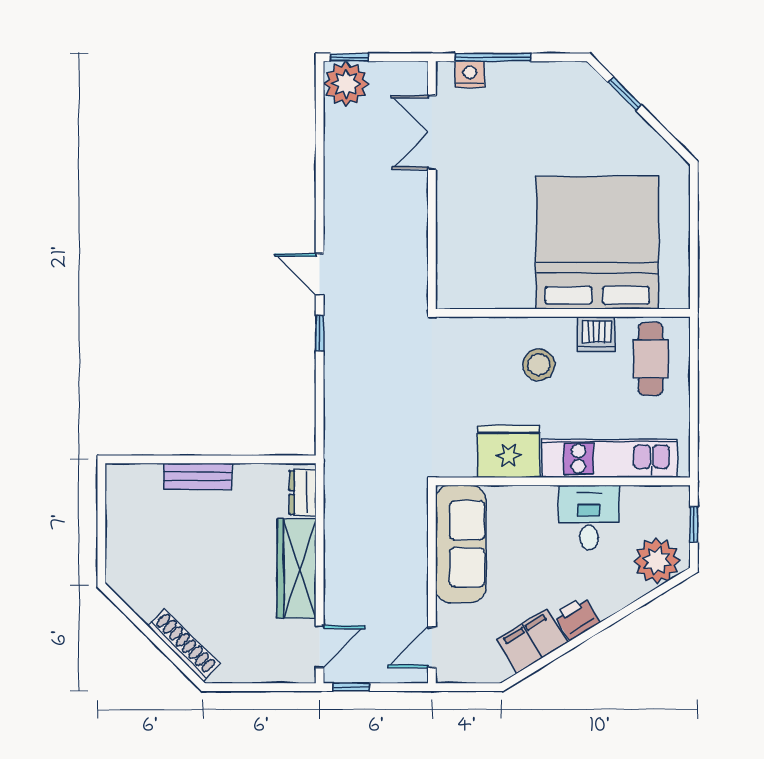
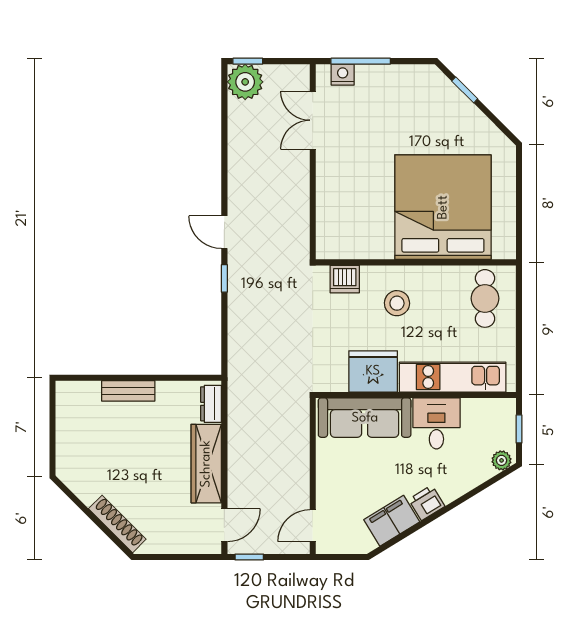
dishwasher: (597, 334) -> (345, 279), moved
sofa: (461, 544) -> (365, 418), moved, turned 90
plant: (657, 561) -> (502, 460), width x0.53, depth x0.53

